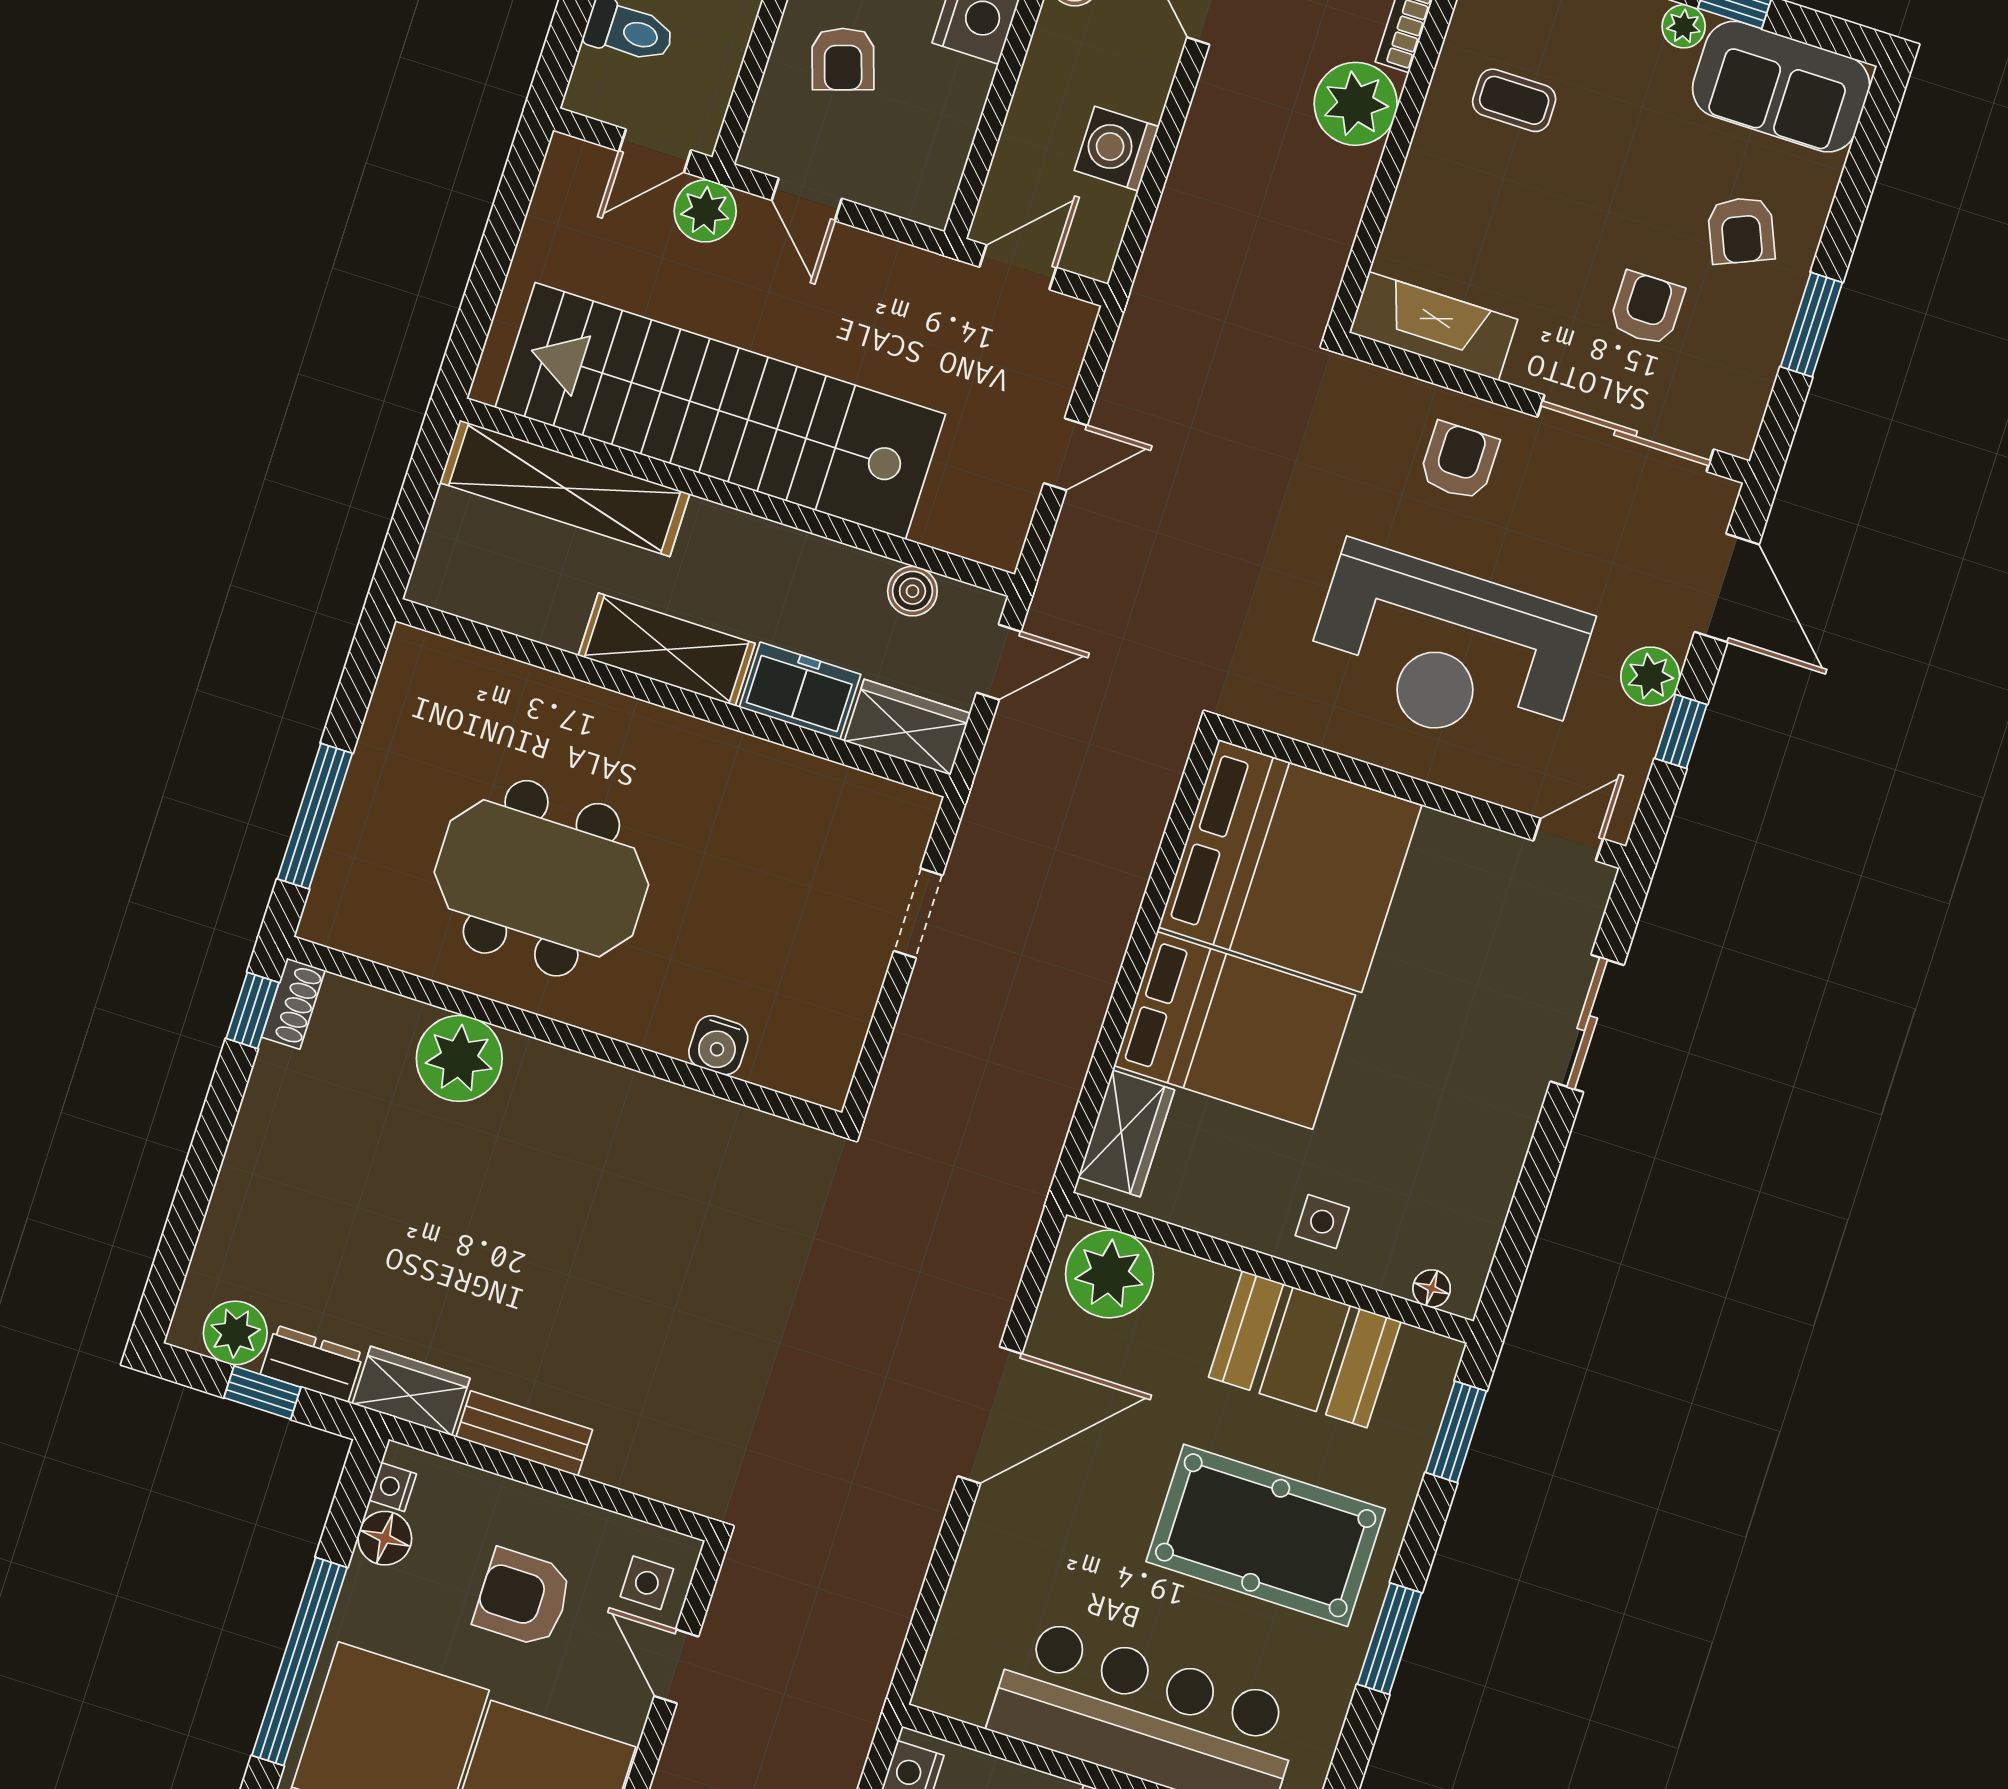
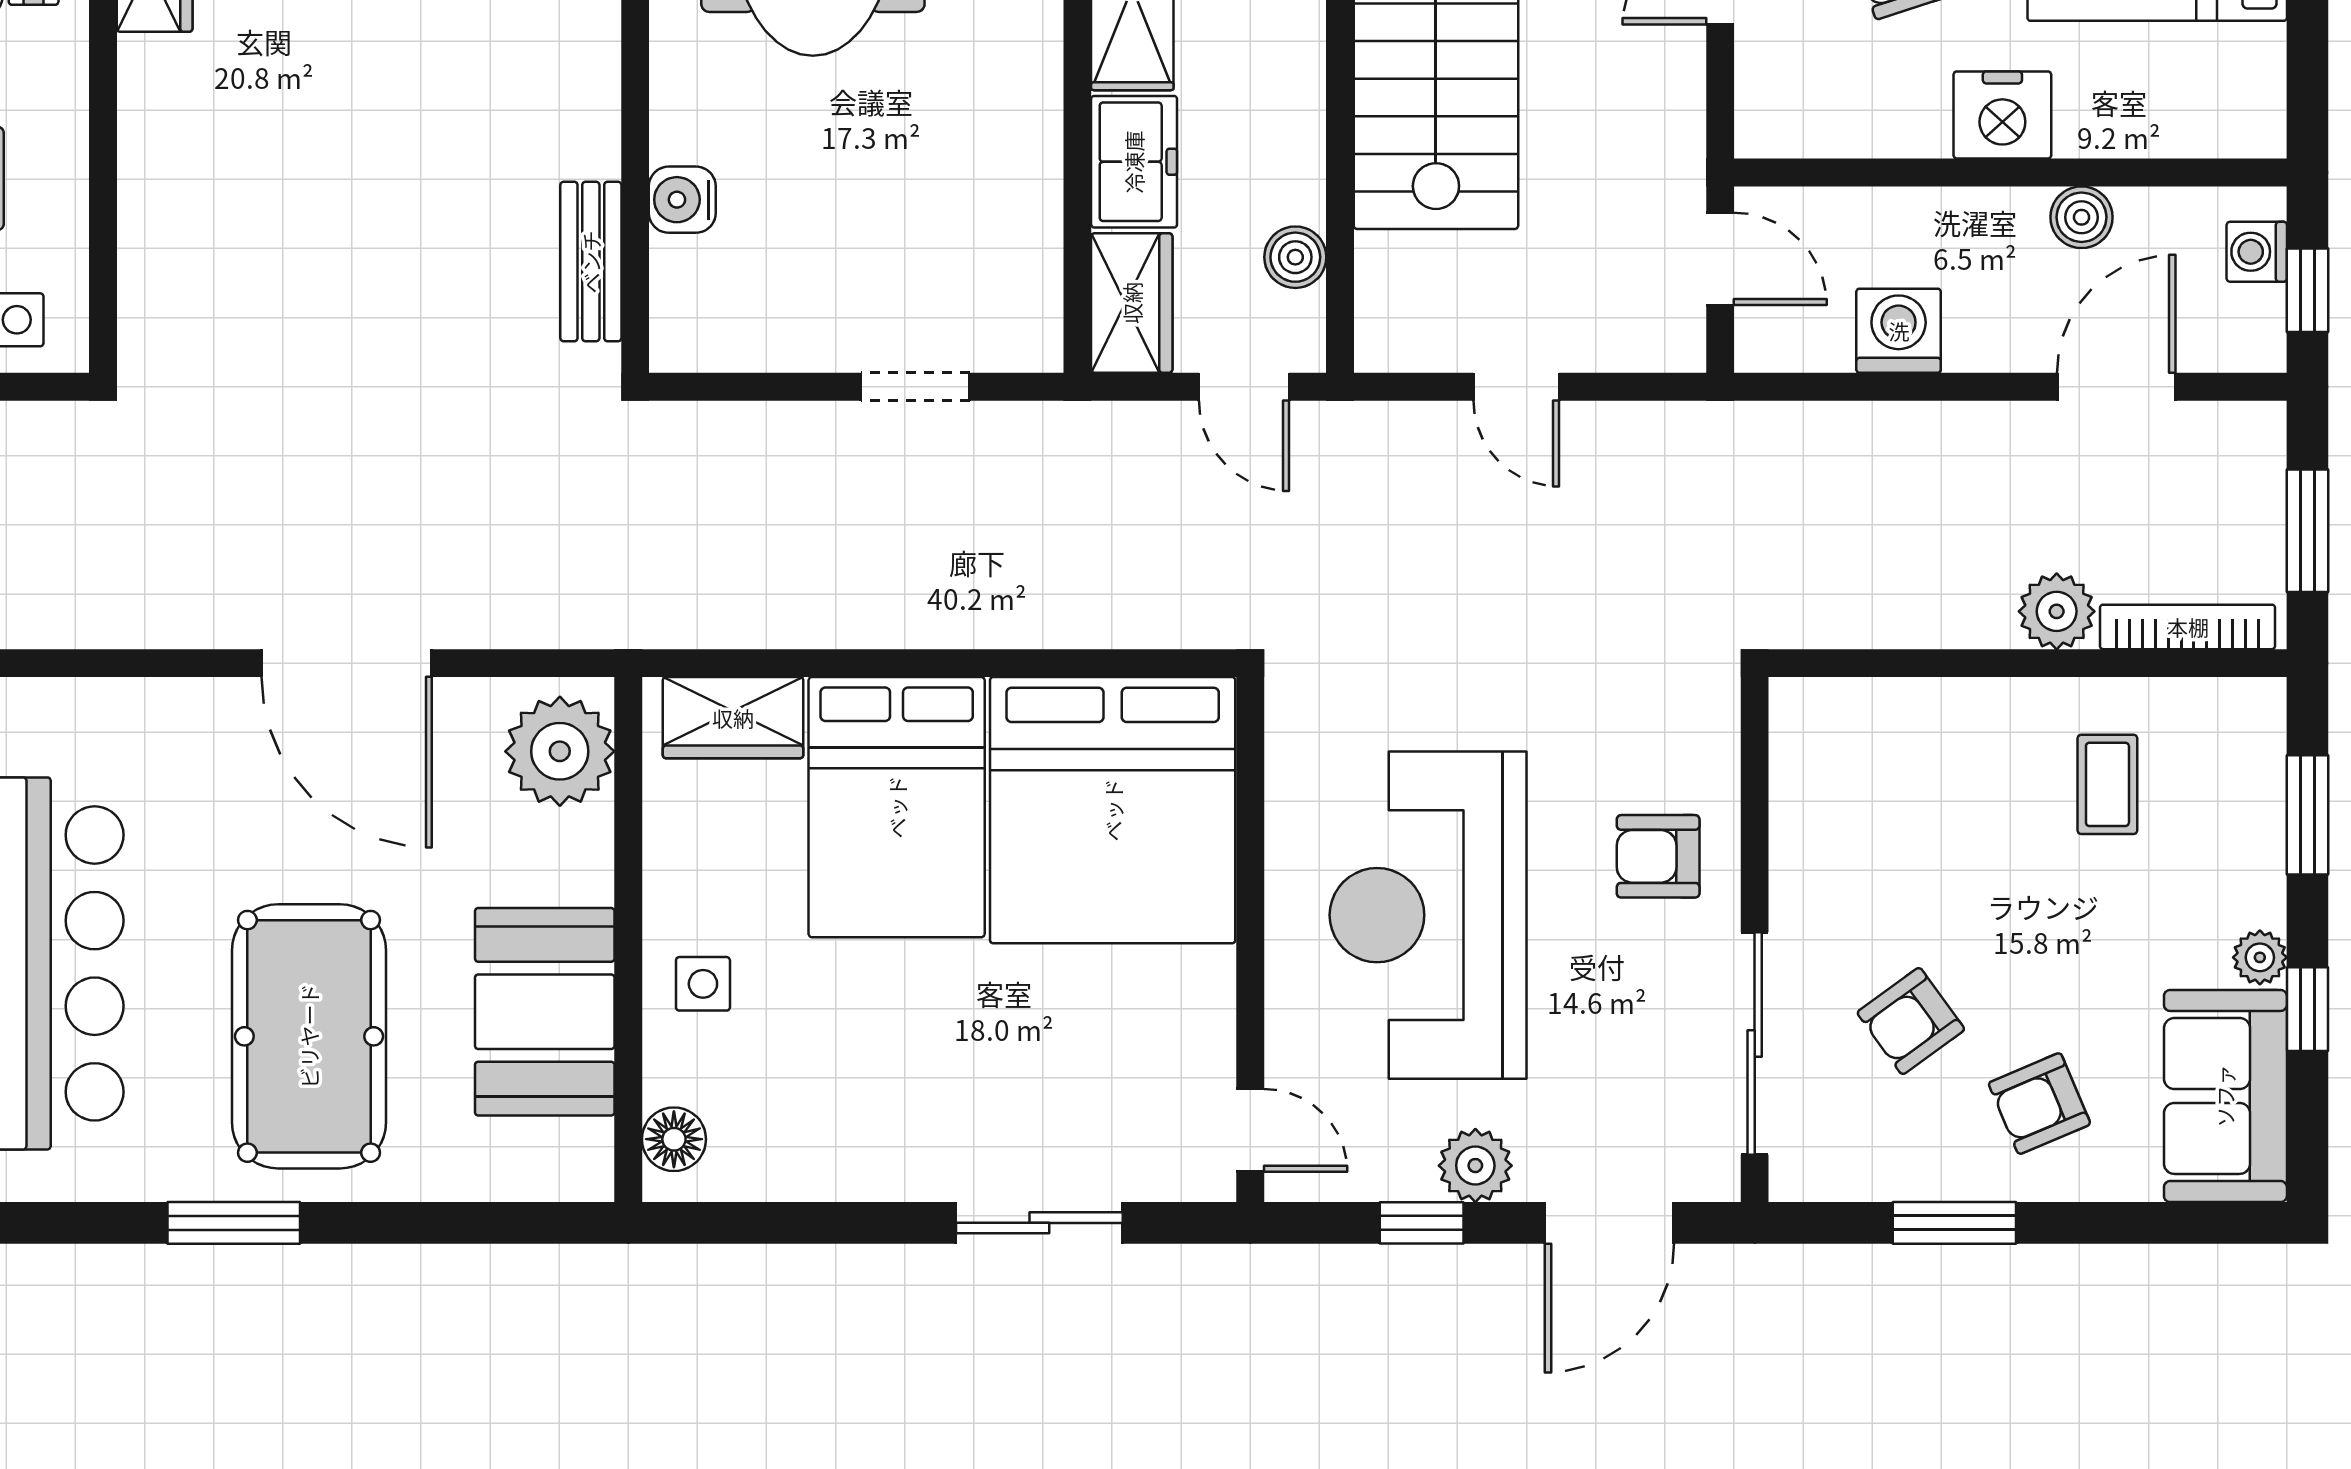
plant: (1356, 104) -> (2057, 611), width x0.73, depth x0.73
armchair: (1647, 308) -> (1911, 1021), turned 144
fireplace: (1434, 326) -> (1809, 775), removed
armchair: (1459, 461) -> (1658, 856), turned 180
floor lamp: (1432, 1288) -> (674, 1139), width x1.37, depth x1.37
window: (1456, 1432) -> (504, 1223), removed
bench: (524, 1433) -> (591, 262), moved

